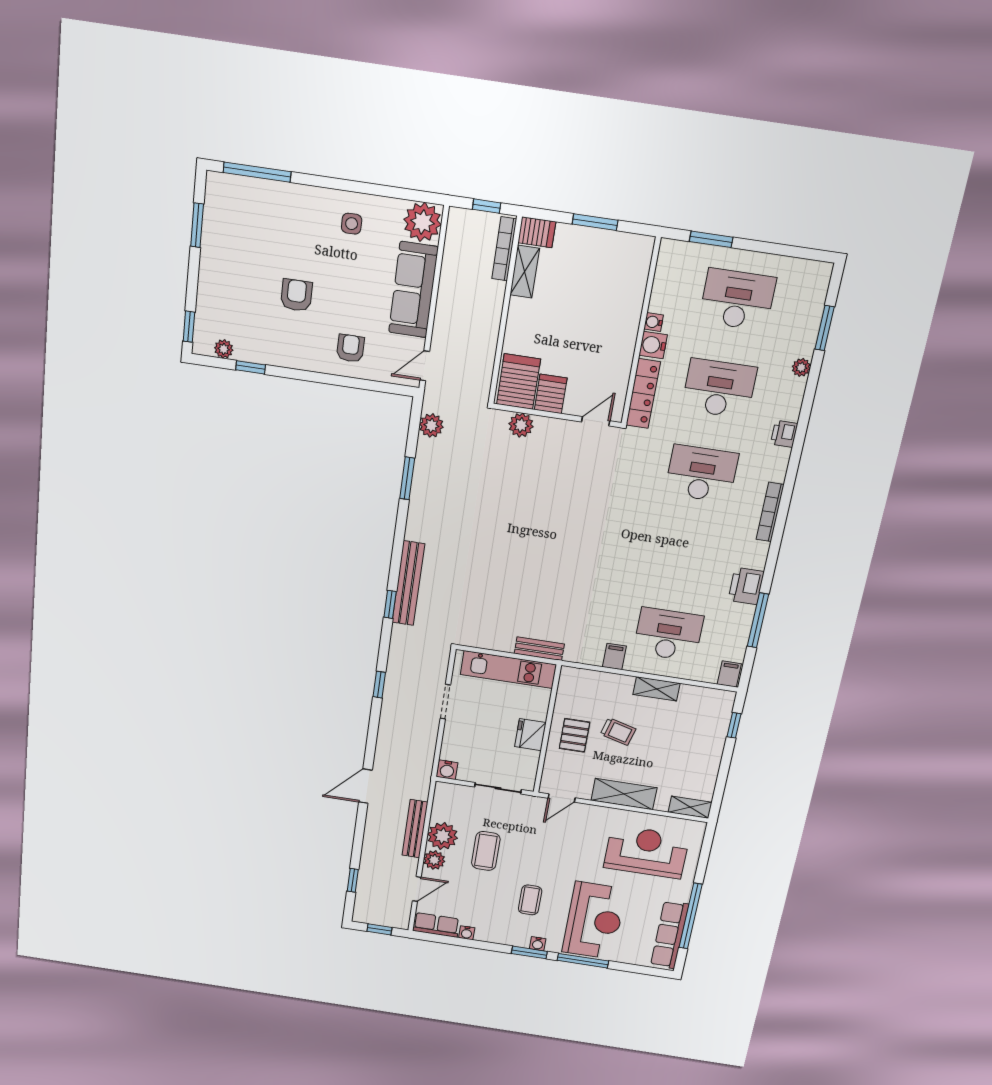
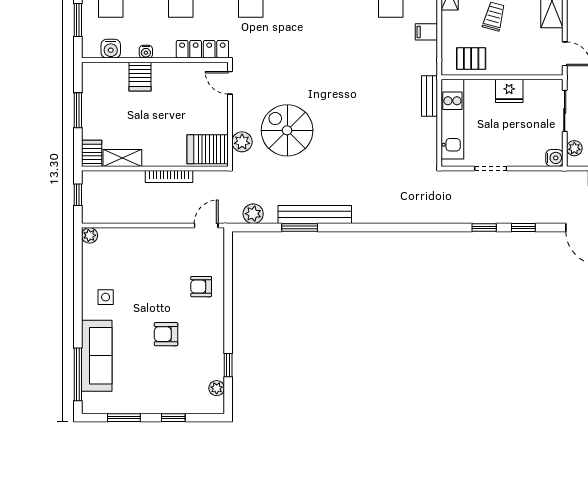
plant: (423, 222) -> (90, 235), width x0.53, depth x0.53
bookcase: (504, 249) -> (169, 176), moved
sofa: (413, 290) -> (97, 356), moved, turned -90
window: (189, 327) -> (173, 418), moved
water cooler: (653, 345) -> (111, 49), moved
door: (425, 366) -> (206, 226), swing flipped
server rack: (551, 394) -> (140, 77), moved, turned -90
spiral stairs: (526, 481) -> (287, 130), added
bench: (408, 583) -> (315, 215), moved
window: (390, 604) -> (523, 227), moved
pallet: (575, 735) -> (471, 59), moved
plant: (455, 792) -> (574, 148), added

